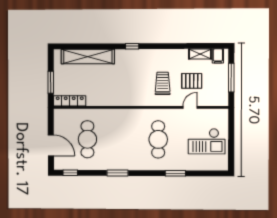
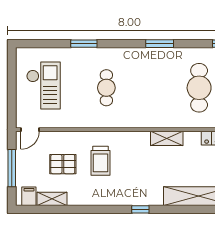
shelving: (112, 101) -> (167, 138), added
door: (190, 107) -> (30, 130), moved
cafe table: (158, 139) -> (106, 88), width x0.73, depth x0.74
checkout: (207, 141) -> (43, 85), turned 90

